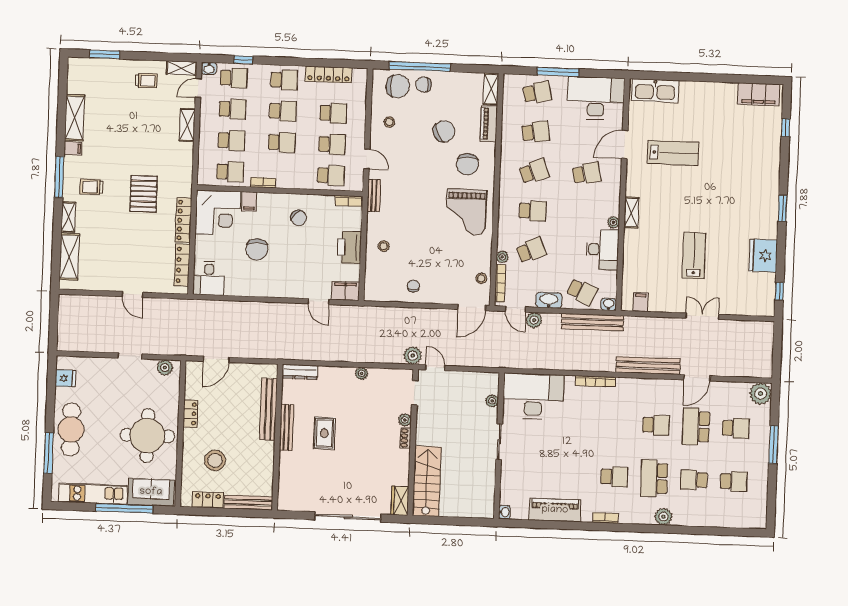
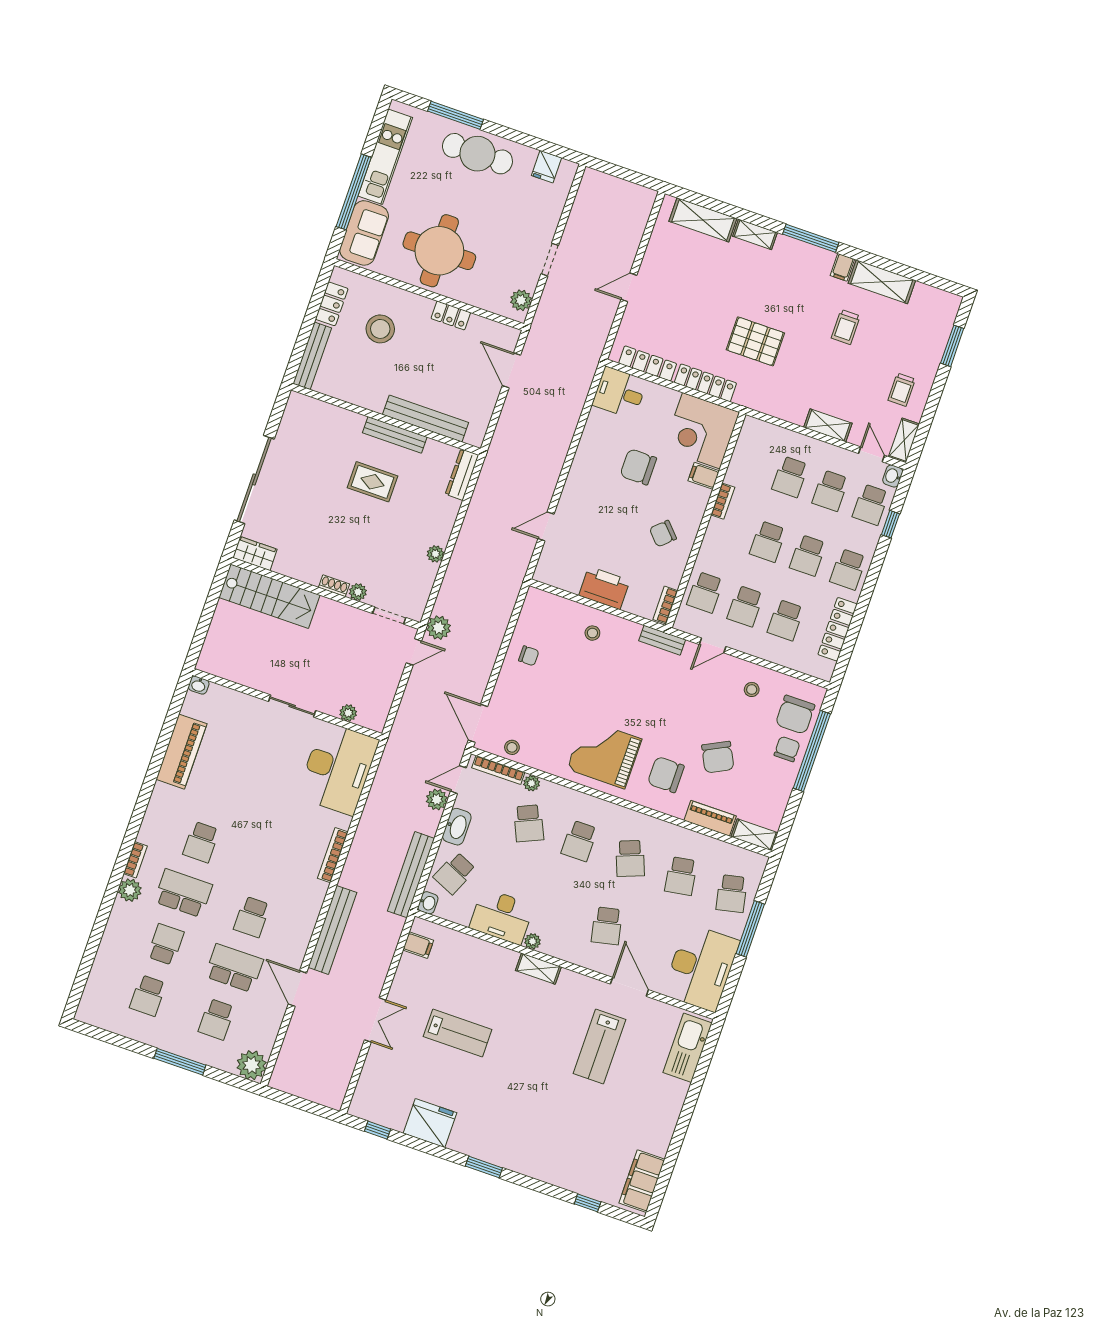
school desk: (230, 172) -> (750, 463), removed
trolley: (91, 187) -> (846, 327), moved, turned 180
filing cabinet: (345, 291) -> (549, 565), removed
bookcase: (605, 518) -> (135, 860), moved

